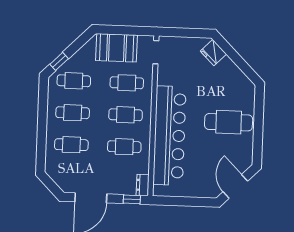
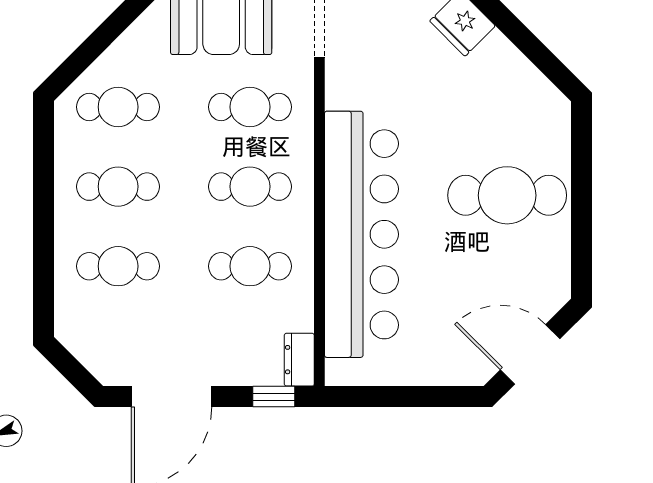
window: (59, 61) -> (80, 60), removed
door: (235, 186) -> (530, 354), hinge flipped

